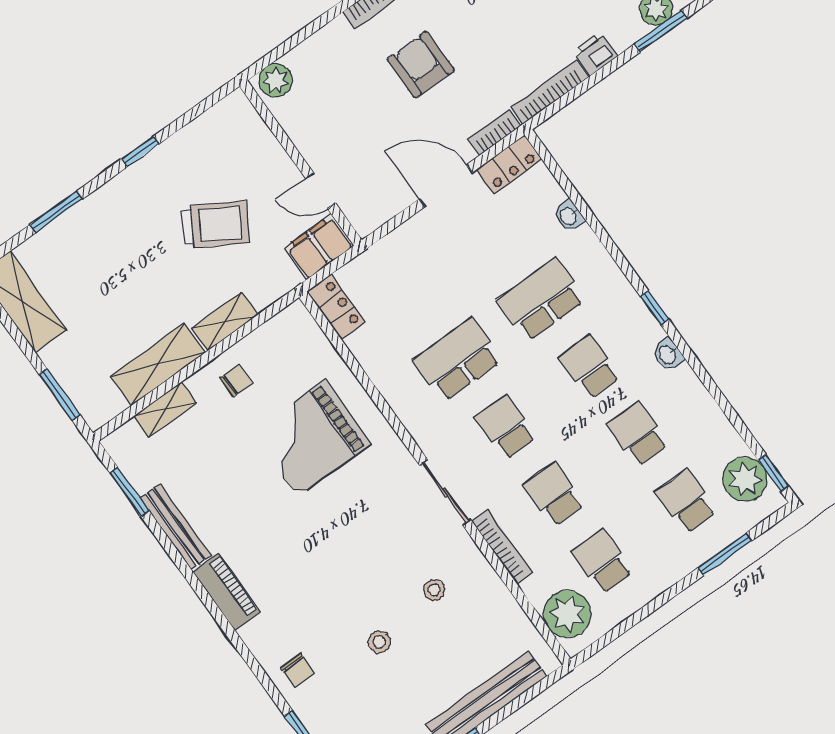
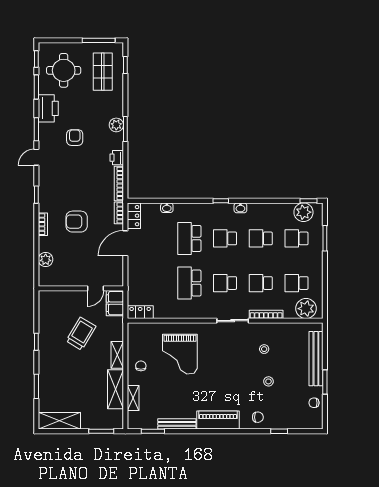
plant: (276, 80) -> (46, 259), moved
piano: (227, 592) -> (218, 420), width x1.37, depth x1.33

